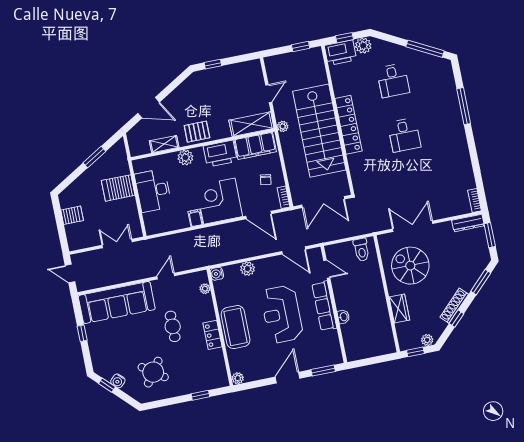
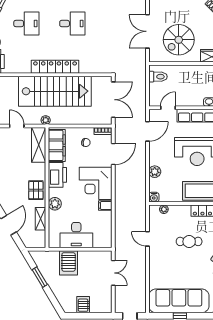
double door: (117, 244) -> (113, 273), swing flipped
sofa: (117, 303) -> (179, 301), moved, turned -90

